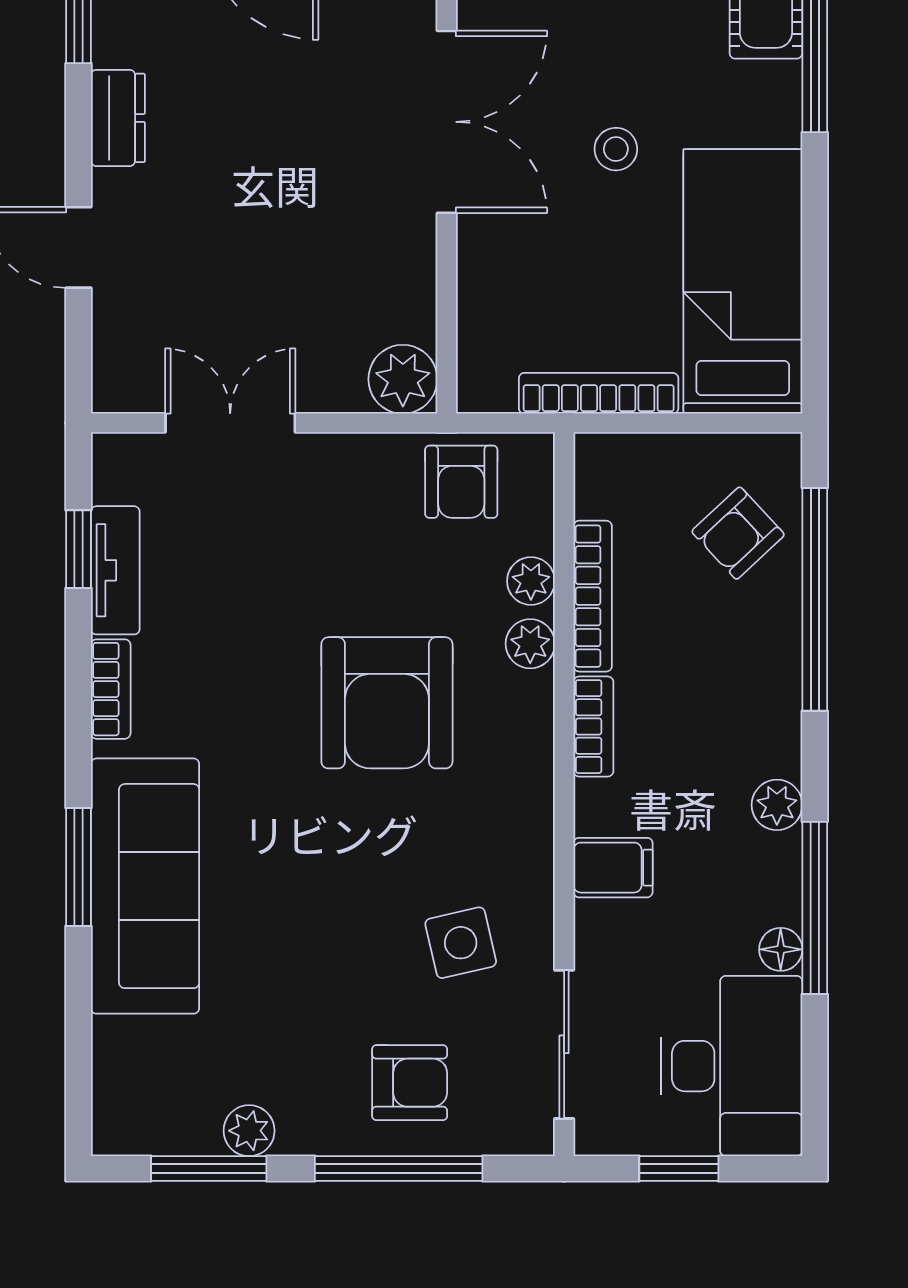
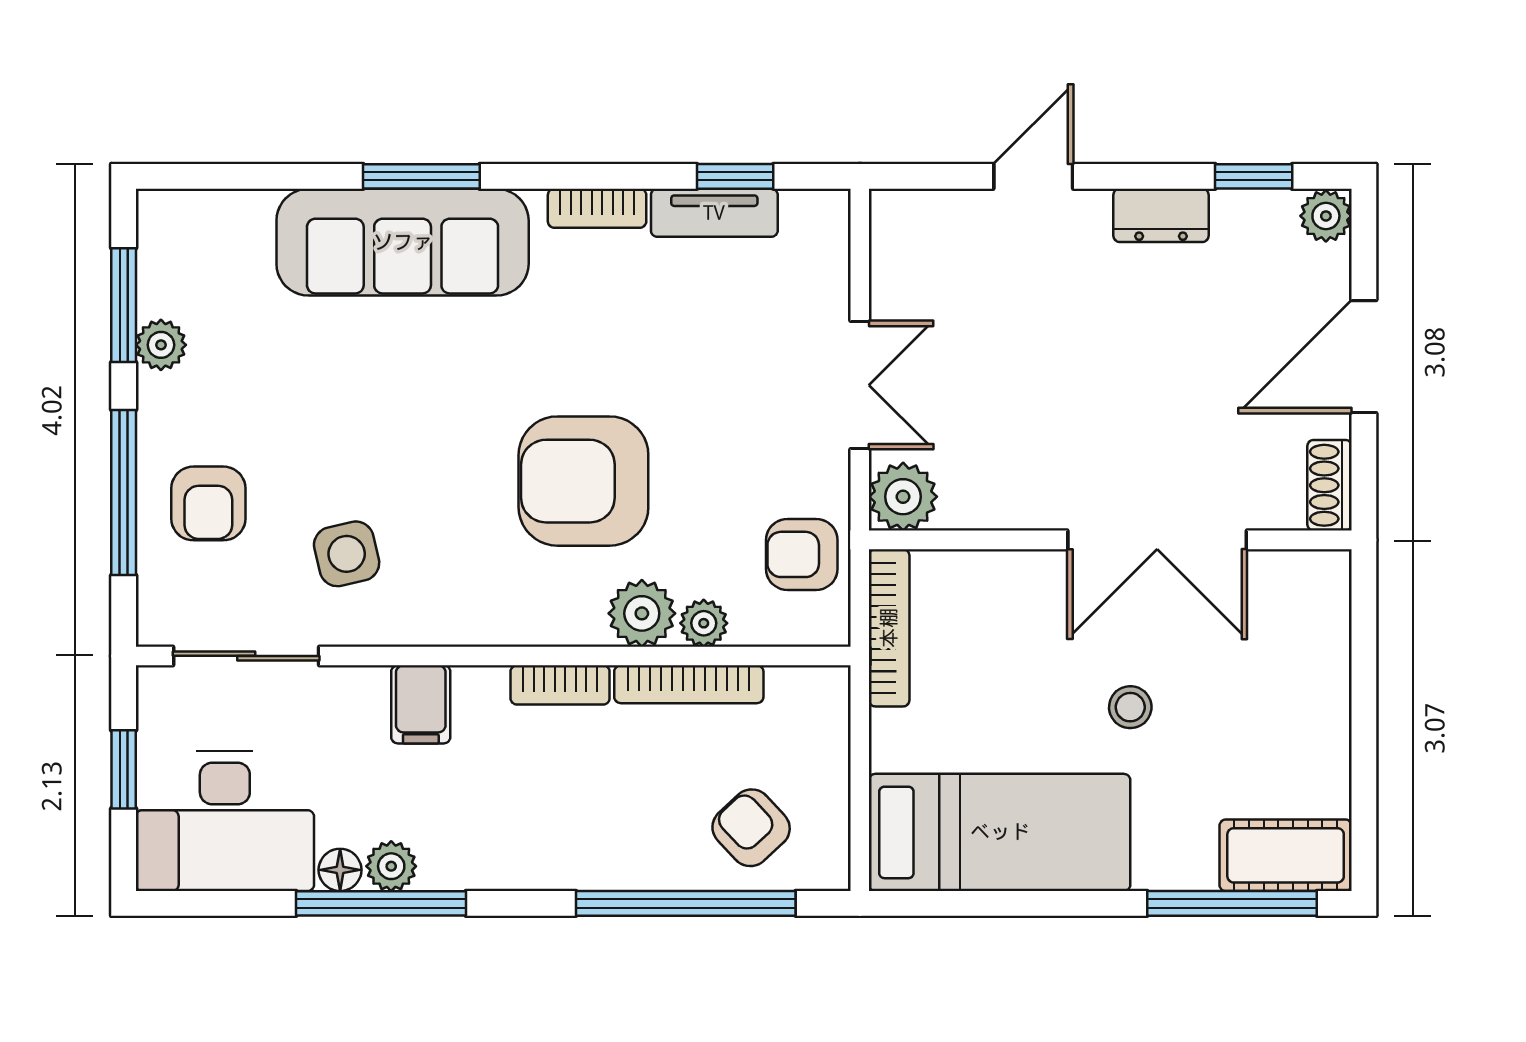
bookcase: (599, 393) -> (889, 628), moved
double door: (230, 423) -> (860, 385), moved
plant: (530, 644) -> (642, 613), width x1.38, depth x1.38
plant: (777, 805) -> (391, 866), moved

